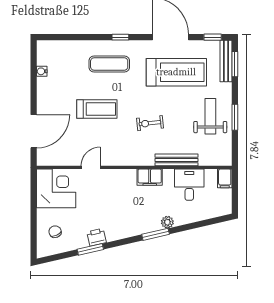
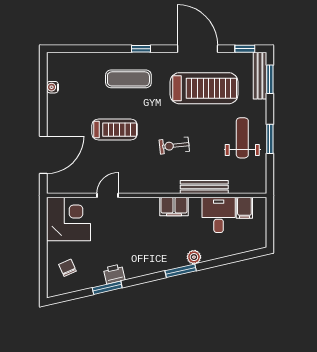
filing cabinet: (225, 178) -> (244, 208), moved

